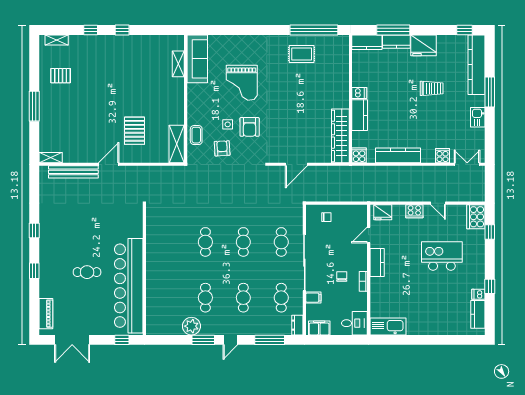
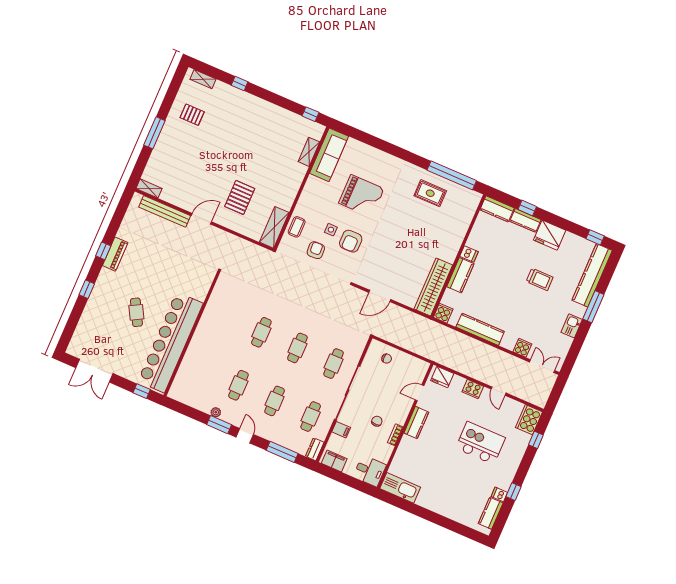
window: (122, 30) -> (311, 114), moved
window: (393, 30) -> (527, 208), width x0.46
grand piano: (242, 83) -> (361, 196), turned -90
cafe table: (87, 272) -> (136, 312), turned 61
piano: (46, 314) -> (115, 254), moved
plant: (191, 326) -> (216, 412), width x0.53, depth x0.53
door: (230, 340) -> (245, 436), swing flipped

